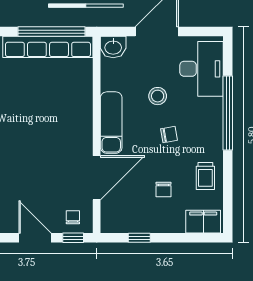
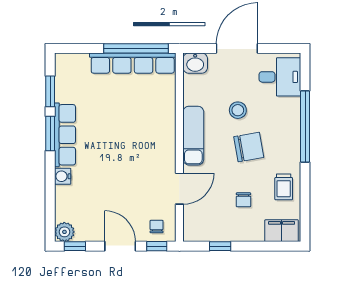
desk: (201, 69) -> (280, 77), width x0.73
chair: (169, 134) -> (249, 147), width x1.87, depth x1.87
door: (97, 178) -> (179, 189), width x0.73

